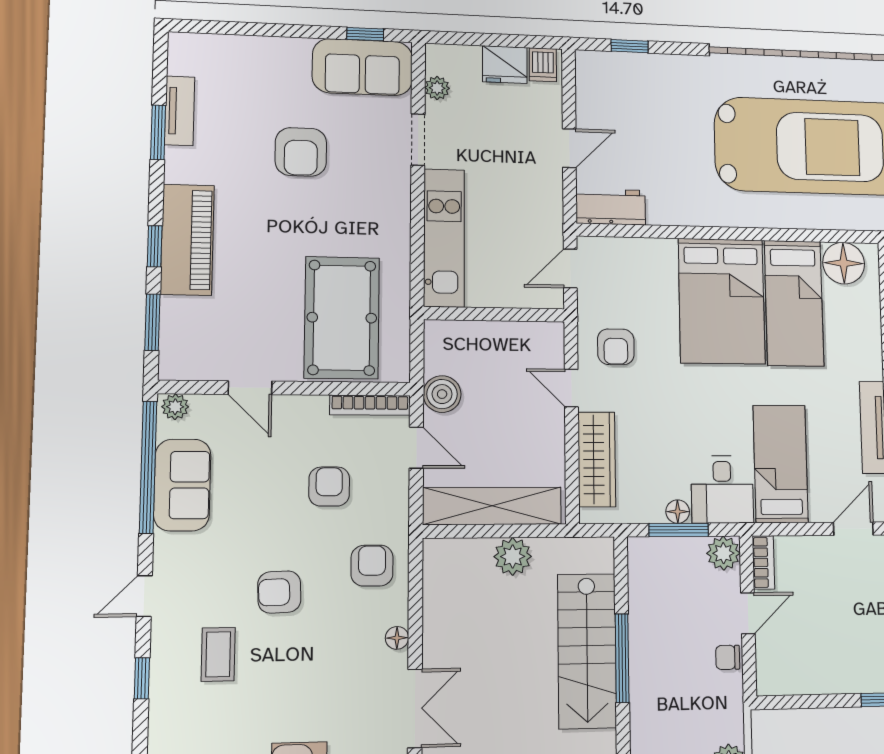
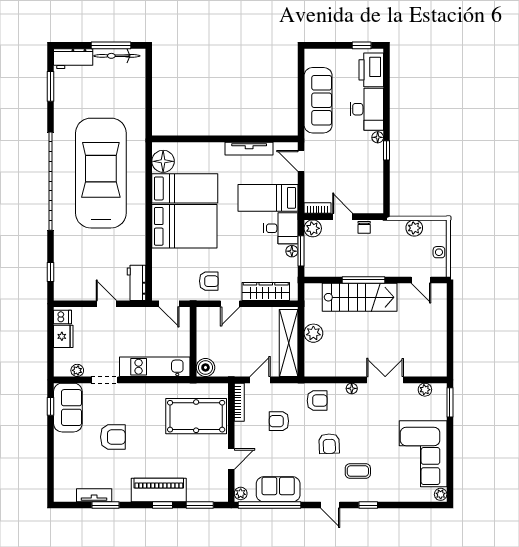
boiler: (442, 394) -> (205, 368), moved
armchair: (372, 566) -> (317, 401), turned 180

